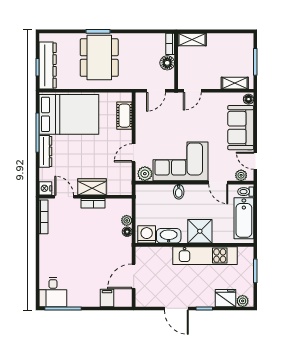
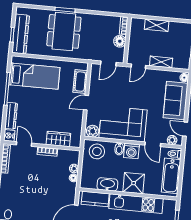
shelving: (192, 39) -> (157, 25), moved
shelving: (235, 83) -> (161, 62), moved
bed: (69, 114) -> (34, 76), width x0.67
dresser: (45, 151) -> (11, 116), moved
door: (134, 153) -> (86, 103), moved
wardrobe: (92, 187) -> (58, 139), moved
stool: (152, 197) -> (97, 151), added
washing machine: (147, 234) -> (131, 151), moved, turned 180
kitchen counter: (156, 255) -> (95, 199), added

